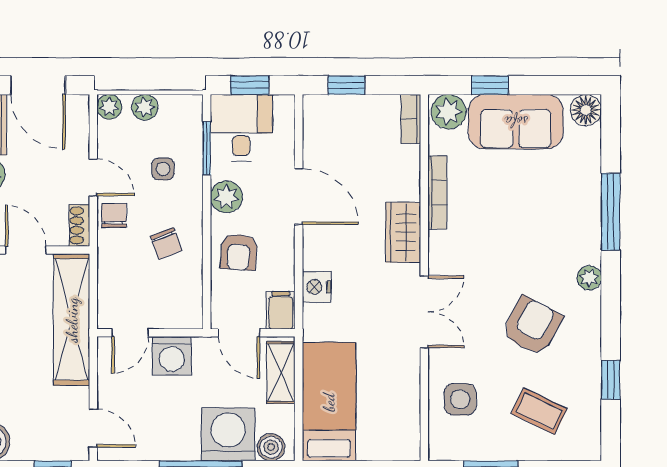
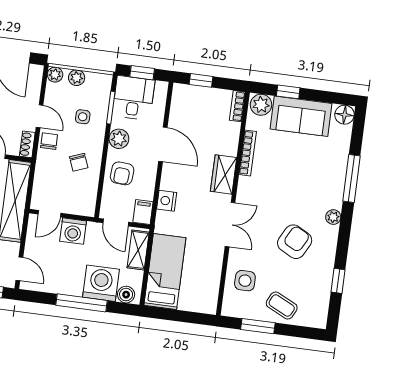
coffee table: (539, 411) -> (282, 306), moved

